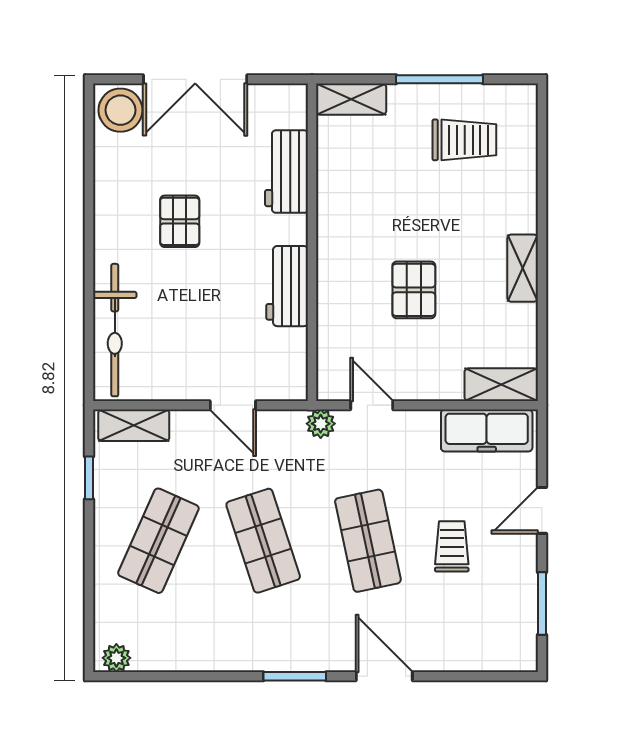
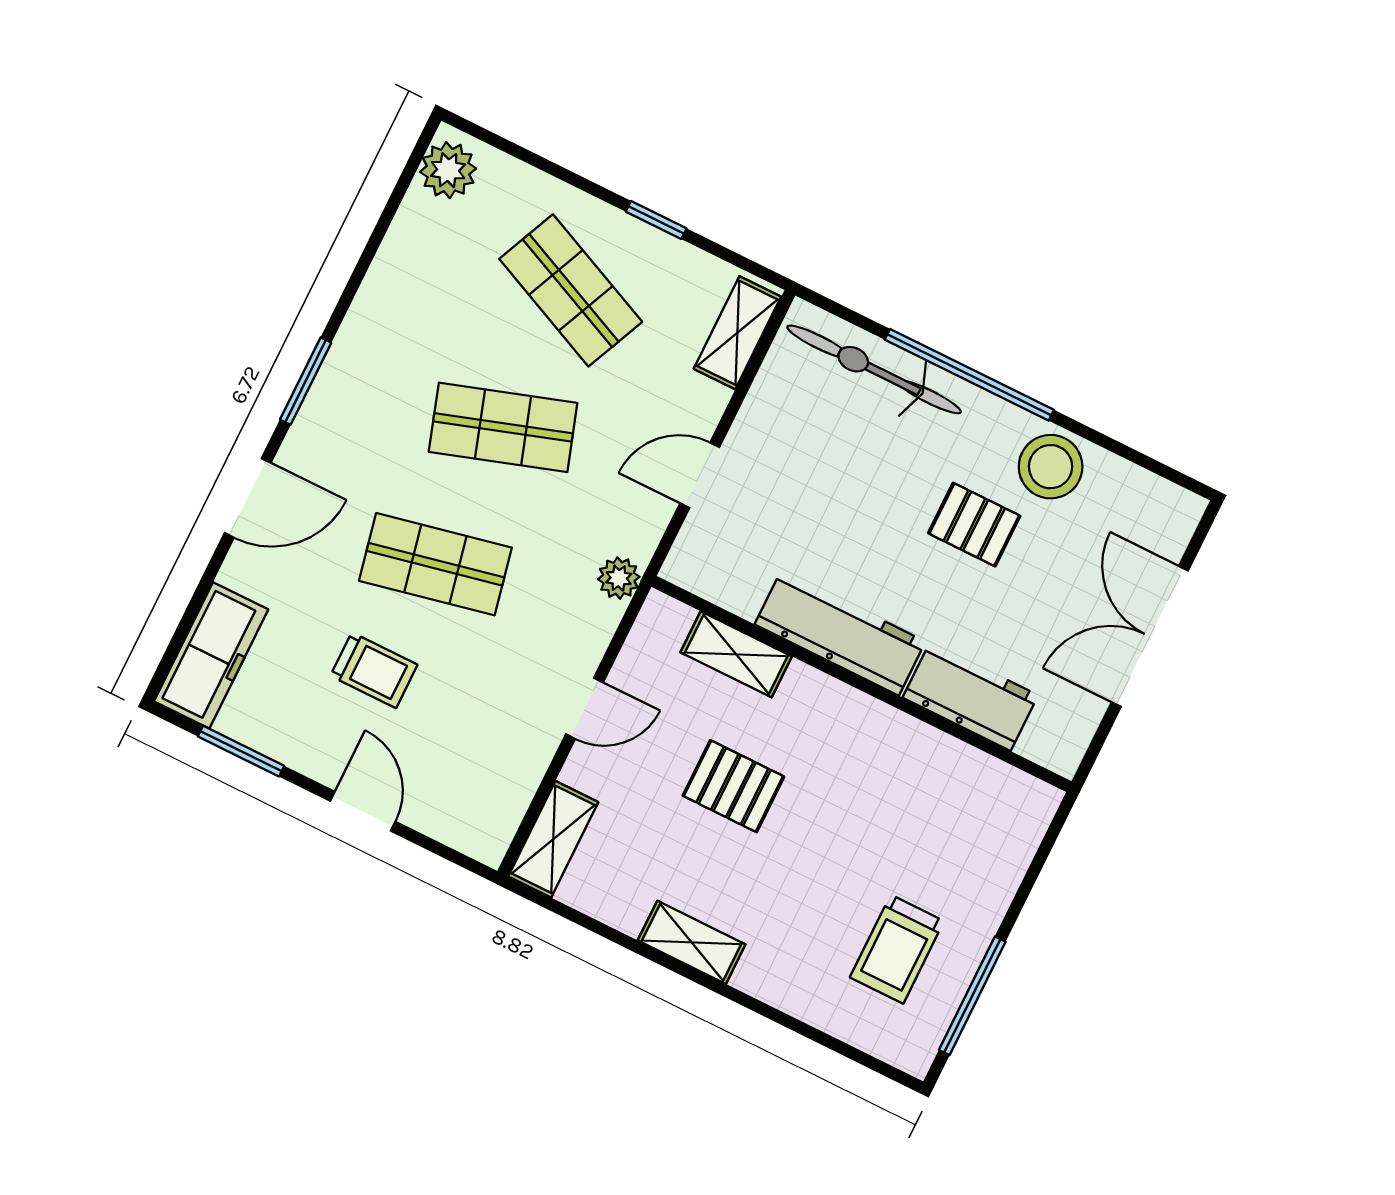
window: (440, 79) -> (972, 996), moved
shelving: (351, 99) -> (736, 654), moved, turned 90
stool: (120, 110) -> (1051, 467), moved
window: (89, 270) -> (969, 375), added
workbench: (287, 286) -> (840, 633), width x1.38
door: (372, 405) -> (584, 708), moved
freezer: (487, 430) -> (211, 655), moved, turned 180
window: (89, 478) -> (656, 220), moved
plant: (116, 658) -> (448, 170), width x1.38, depth x1.38

